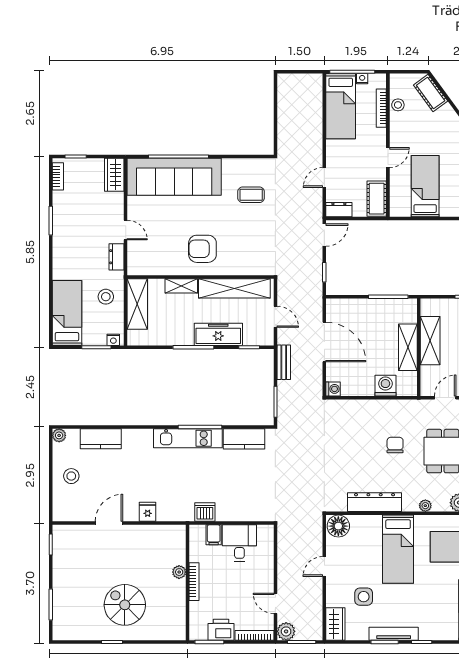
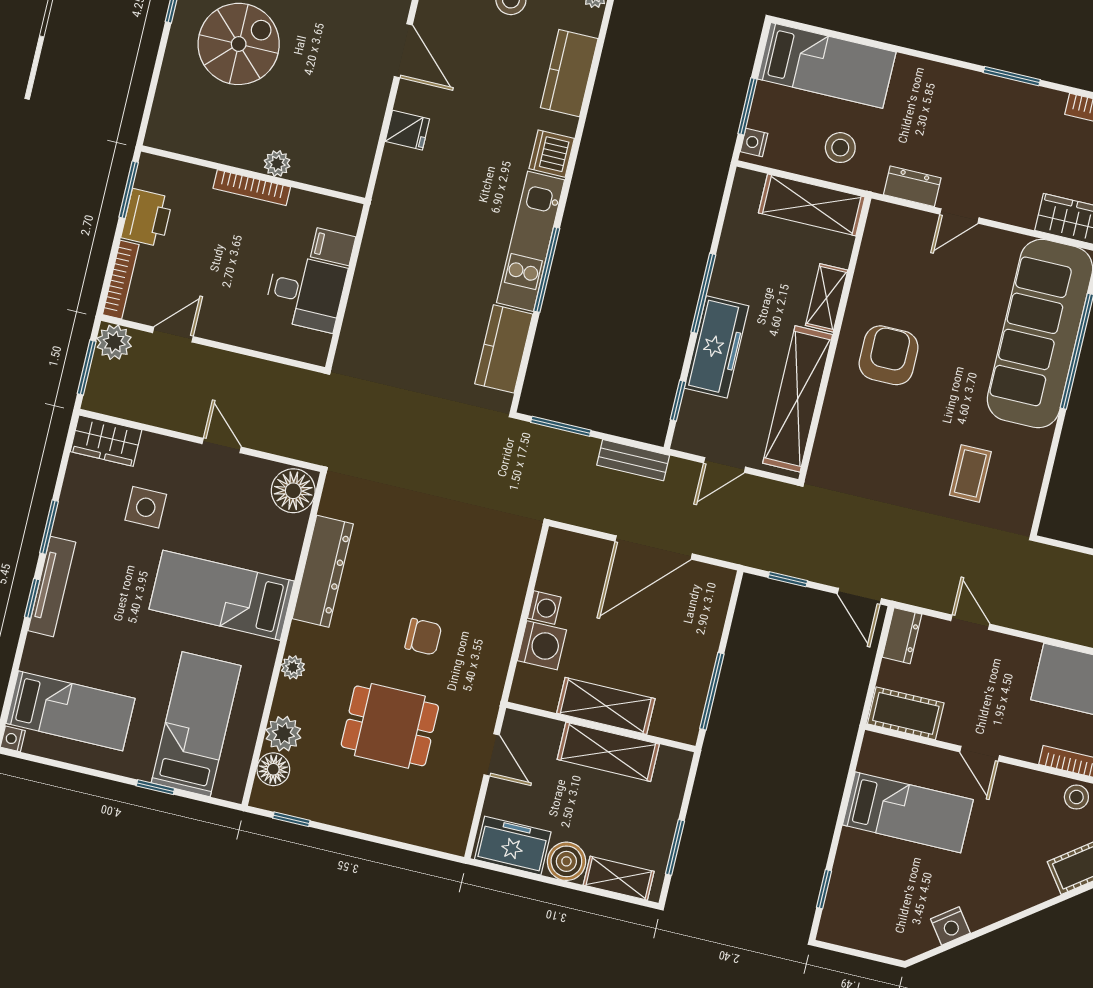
washing machine: (333, 389) -> (544, 608), moved, turned -90
dishwasher: (205, 512) -> (552, 154), moved, turned 180
tv unit: (394, 634) -> (52, 586), moved

